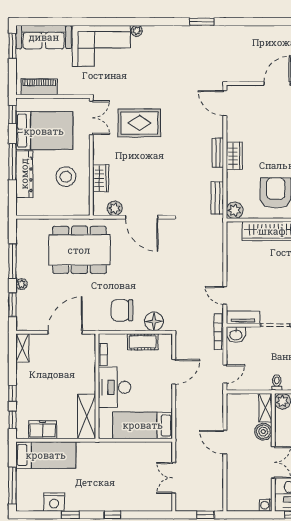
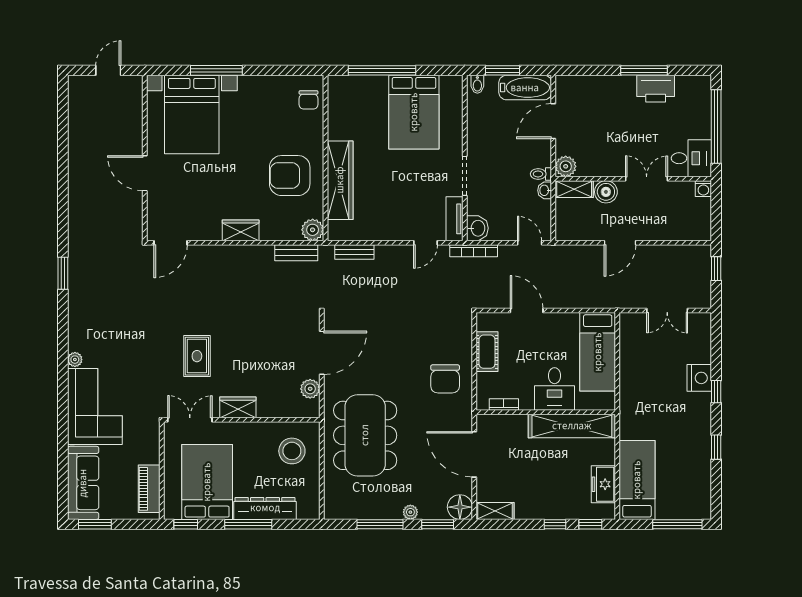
rug: (139, 123) -> (197, 356), width x0.73, depth x0.70
bench: (218, 153) -> (354, 252), moved
stool: (66, 177) -> (292, 451), moved
wardrobe: (101, 178) -> (238, 407), moved
floor lamp: (154, 321) -> (460, 507), moved
washbasin: (264, 385) -> (545, 190), added
desk: (115, 387) -> (554, 389), width x0.73
shelving: (87, 416) -> (572, 426), width x1.47
nightstand: (54, 502) -> (699, 378), moved

